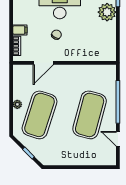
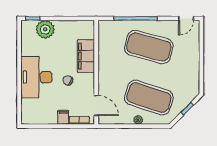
filing cabinet: (81, 53) -> (86, 56), added
door: (43, 63) -> (96, 105), moved
door: (118, 139) -> (186, 18), moved

